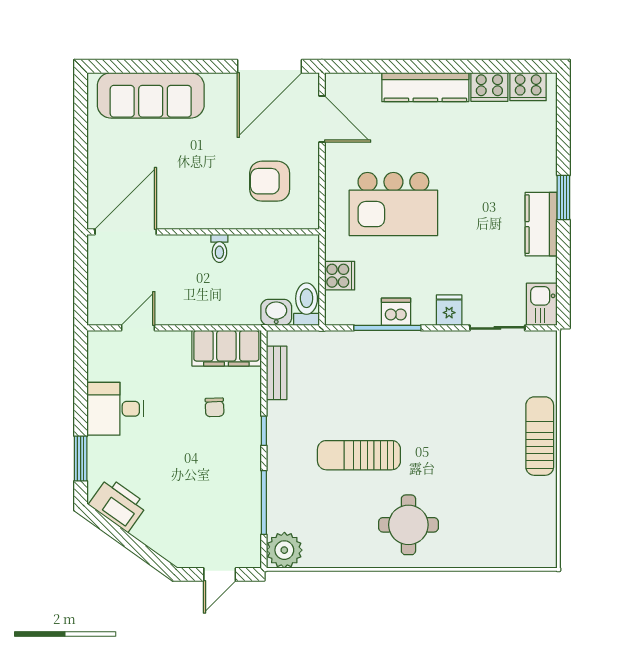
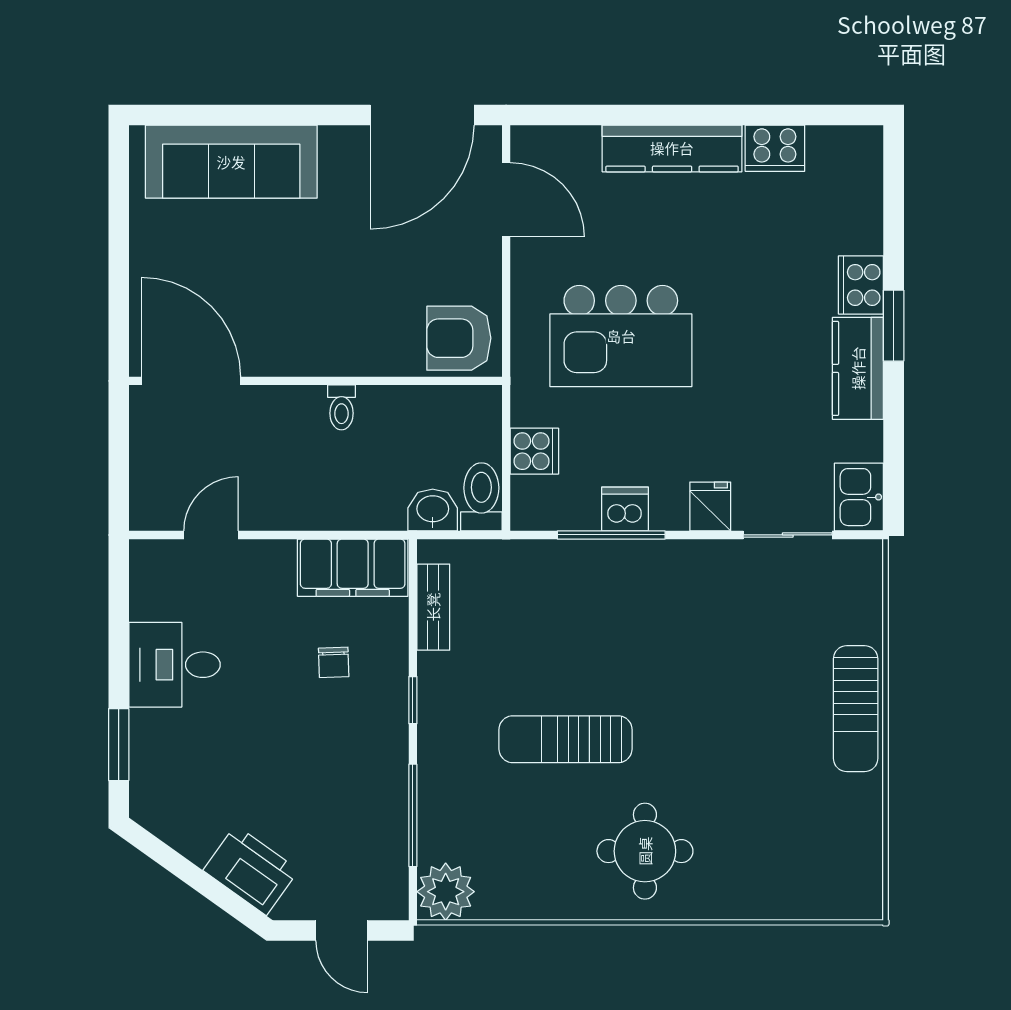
cooker: (528, 87) -> (861, 285), moved, turned 90
armchair: (270, 181) -> (459, 338), moved
door: (126, 232) -> (191, 381), hinge flipped
sun lounger: (540, 436) -> (856, 709), turned 180
printer: (118, 505) -> (251, 870), moved
door: (220, 574) -> (342, 931), hinge flipped

